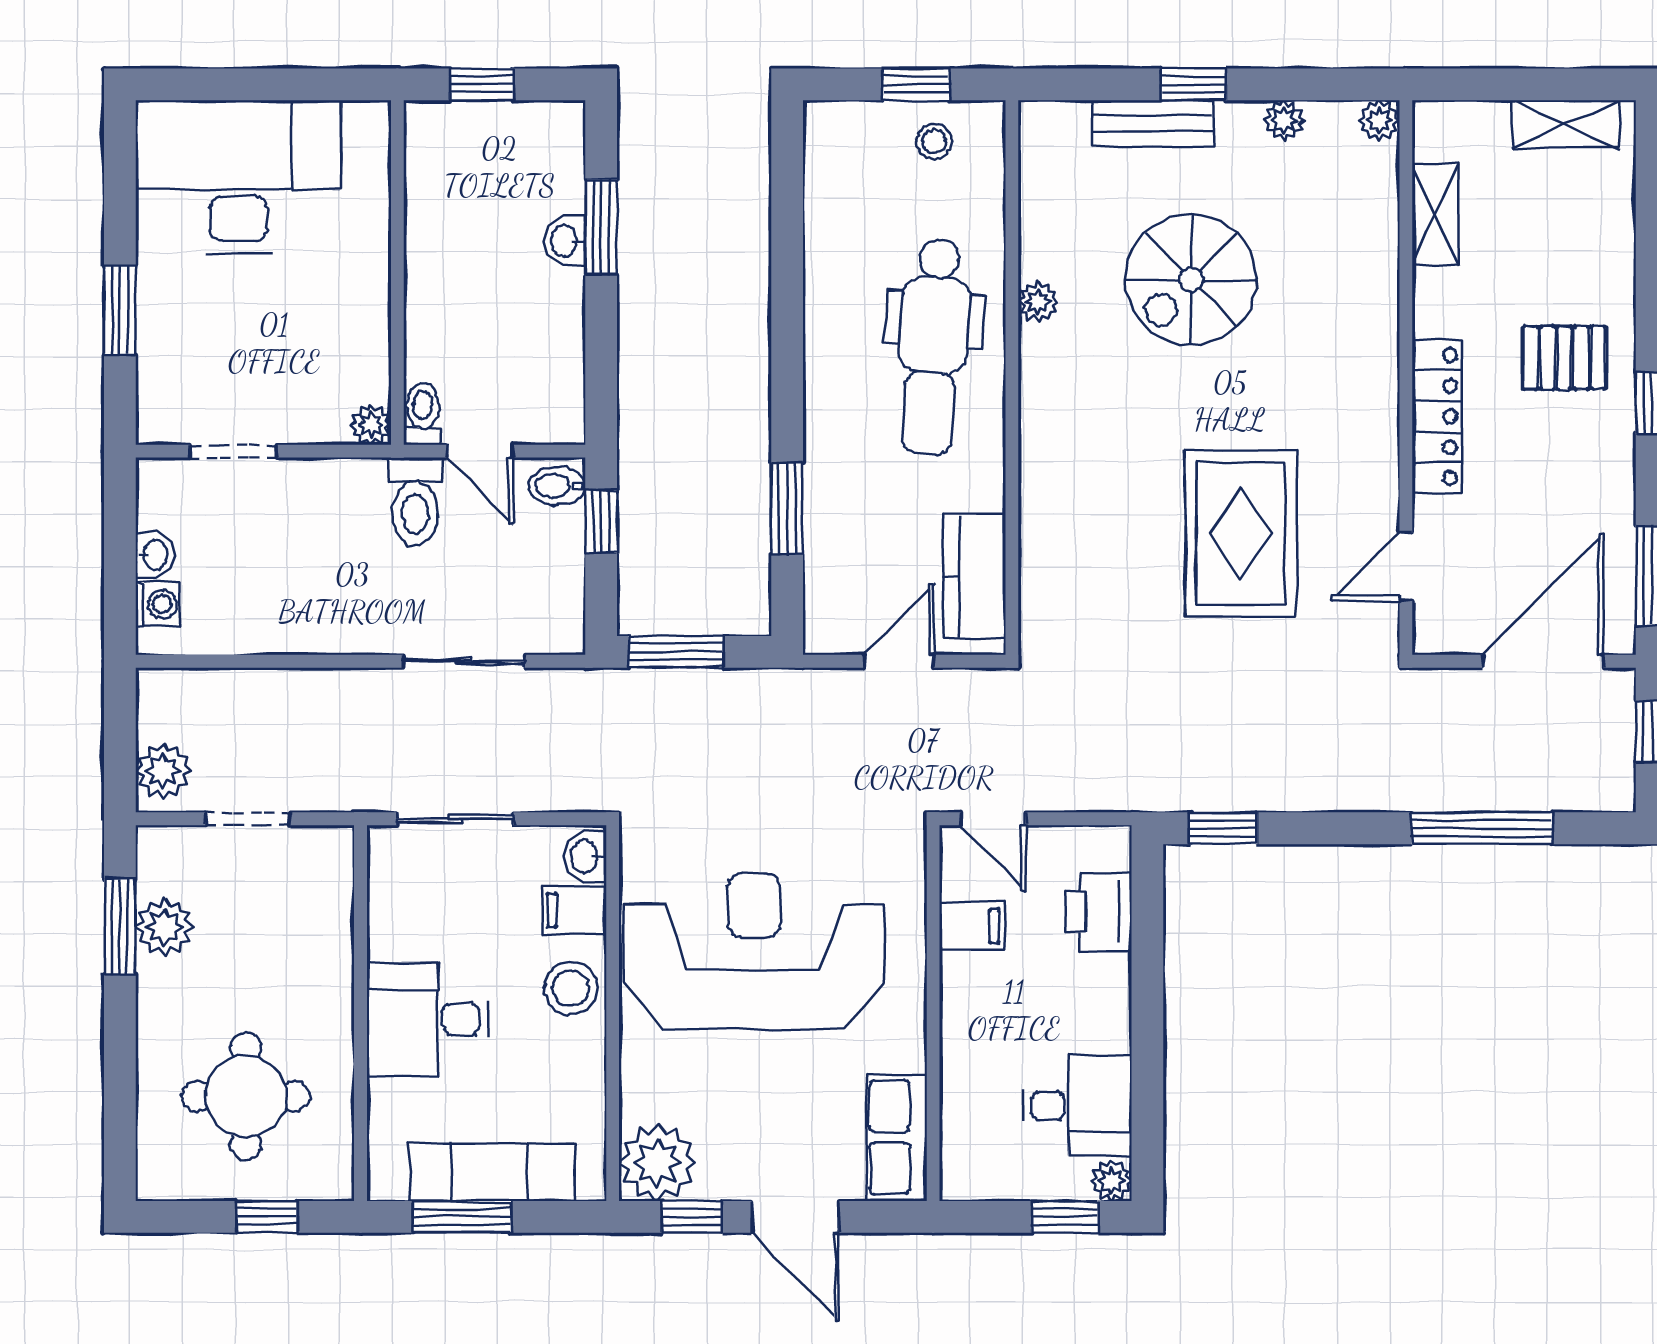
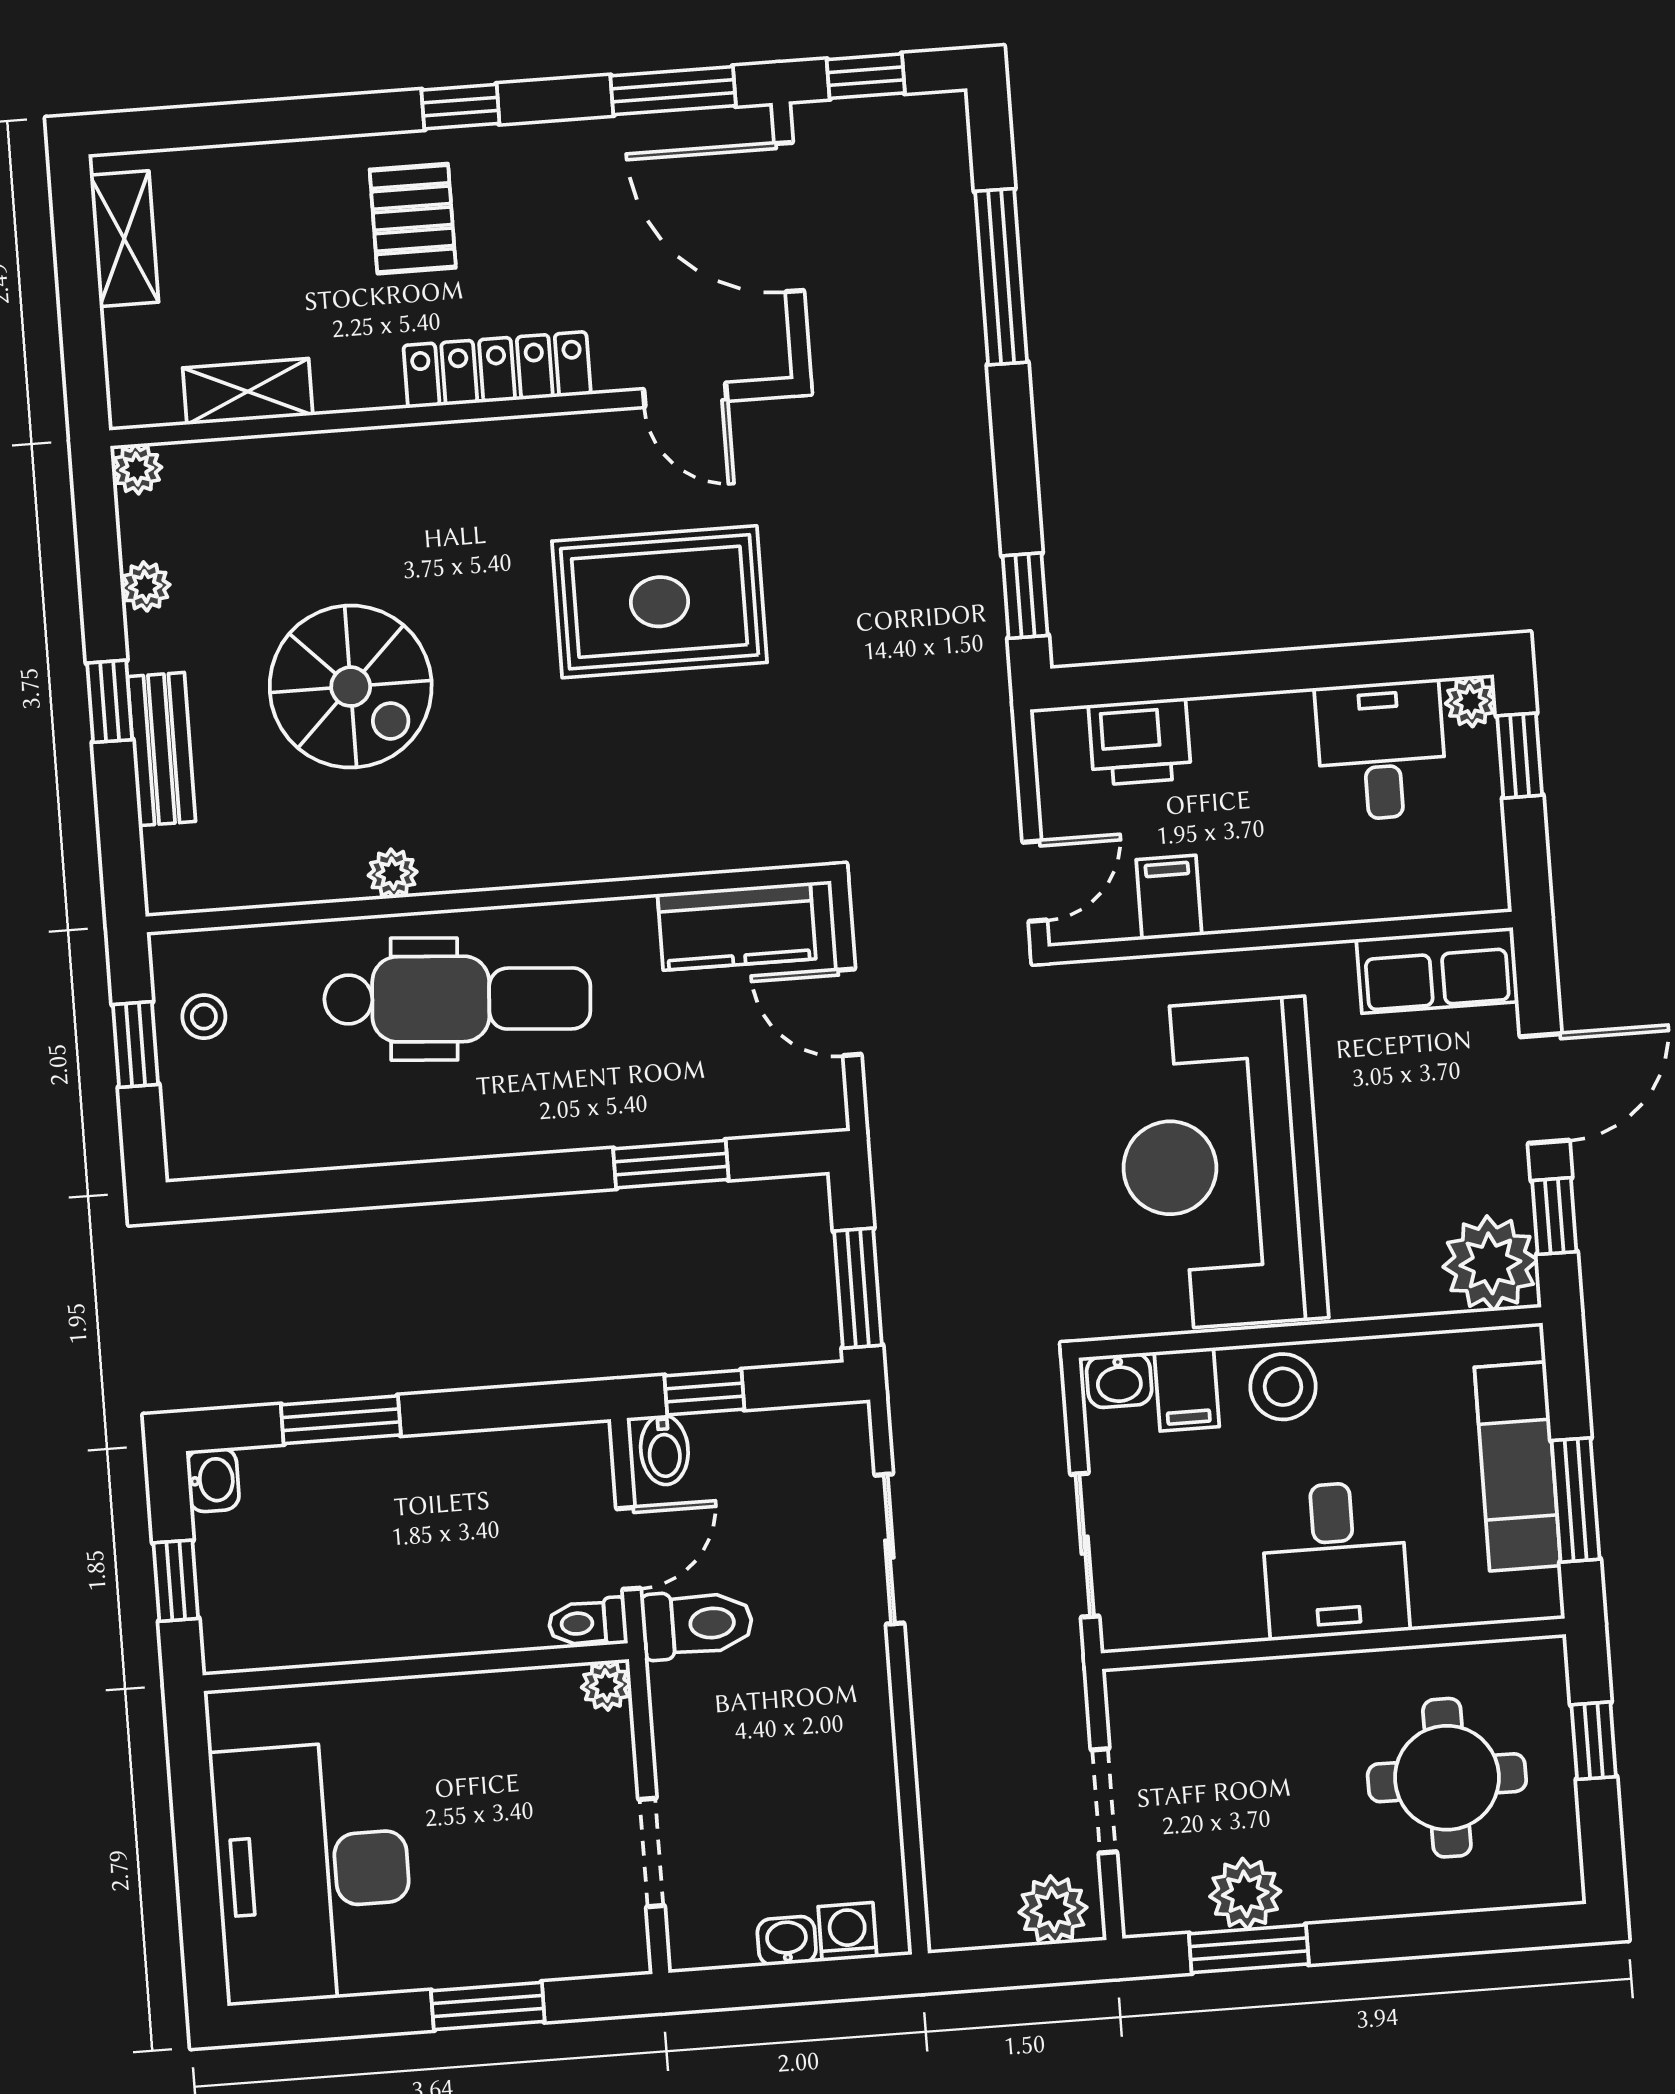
washbasin: (565, 240) -> (213, 1480), moved, turned -90

